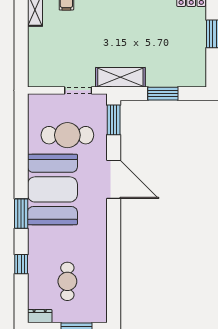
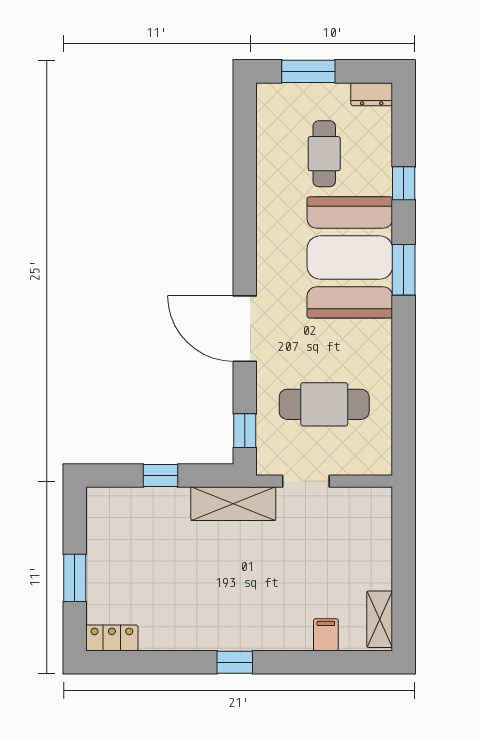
window: (163, 94) -> (160, 476), width x0.67
window: (114, 120) -> (245, 431), width x0.67
booth: (52, 189) -> (350, 257), moved

